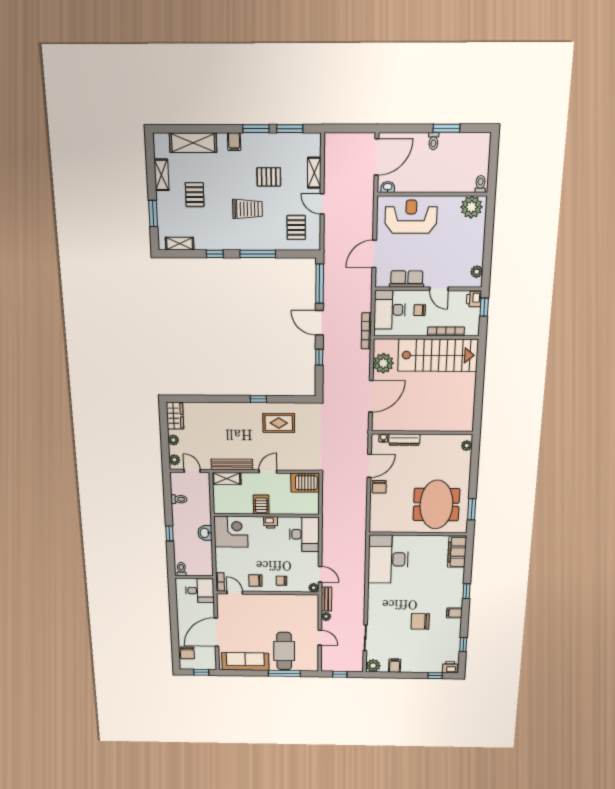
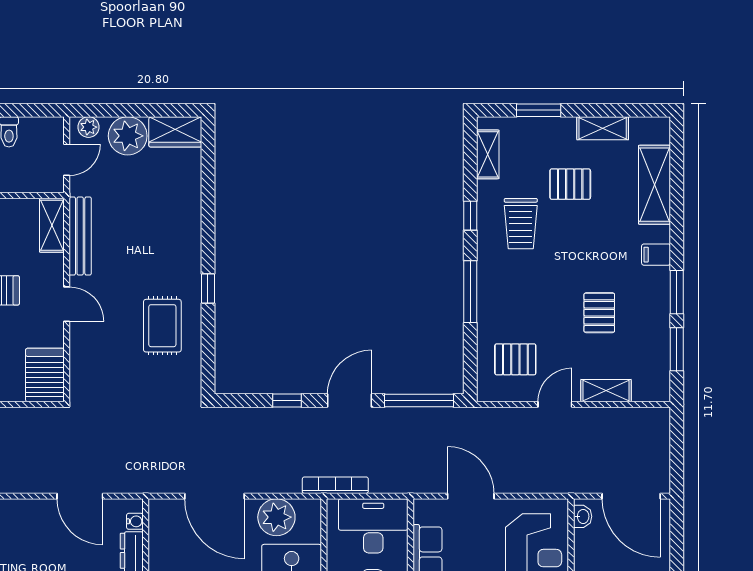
trolley: (247, 209) -> (521, 224), moved
plant: (173, 440) -> (128, 136), width x1.88, depth x1.88
chair: (379, 487) -> (38, 516), removed

